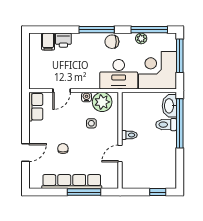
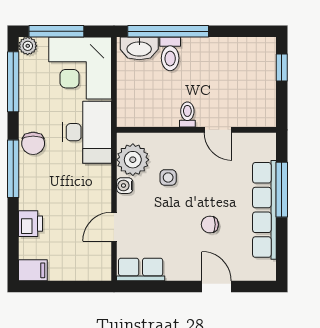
plant: (141, 38) -> (28, 46), moved
filing cabinet: (48, 42) -> (33, 270), moved
door: (62, 91) -> (114, 227), swing flipped

